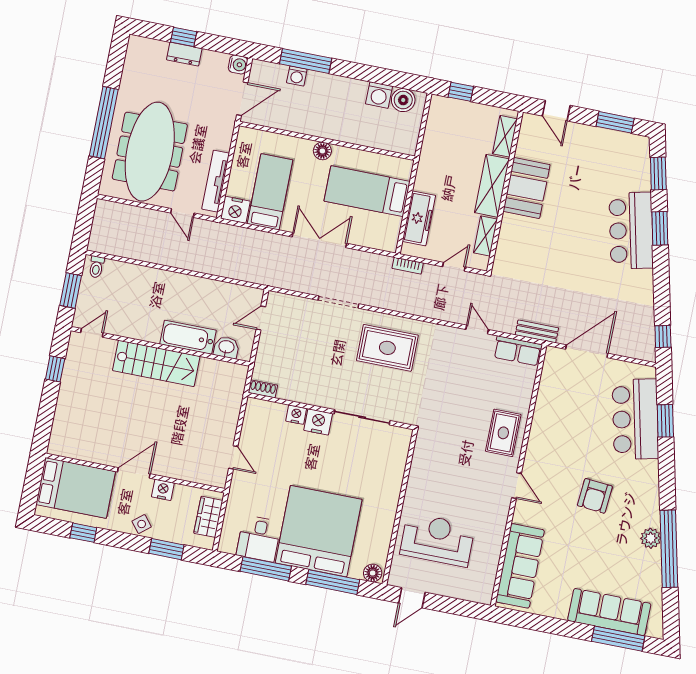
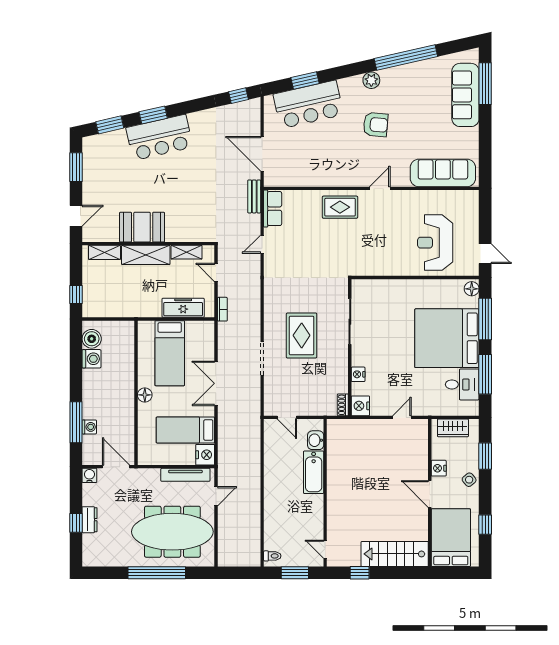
rug: (387, 348) -> (302, 335), moved
stairs: (156, 363) -> (395, 554), moved, turned -90
nightstand: (318, 422) -> (360, 406), moved
plant: (651, 538) -> (371, 80), moved

